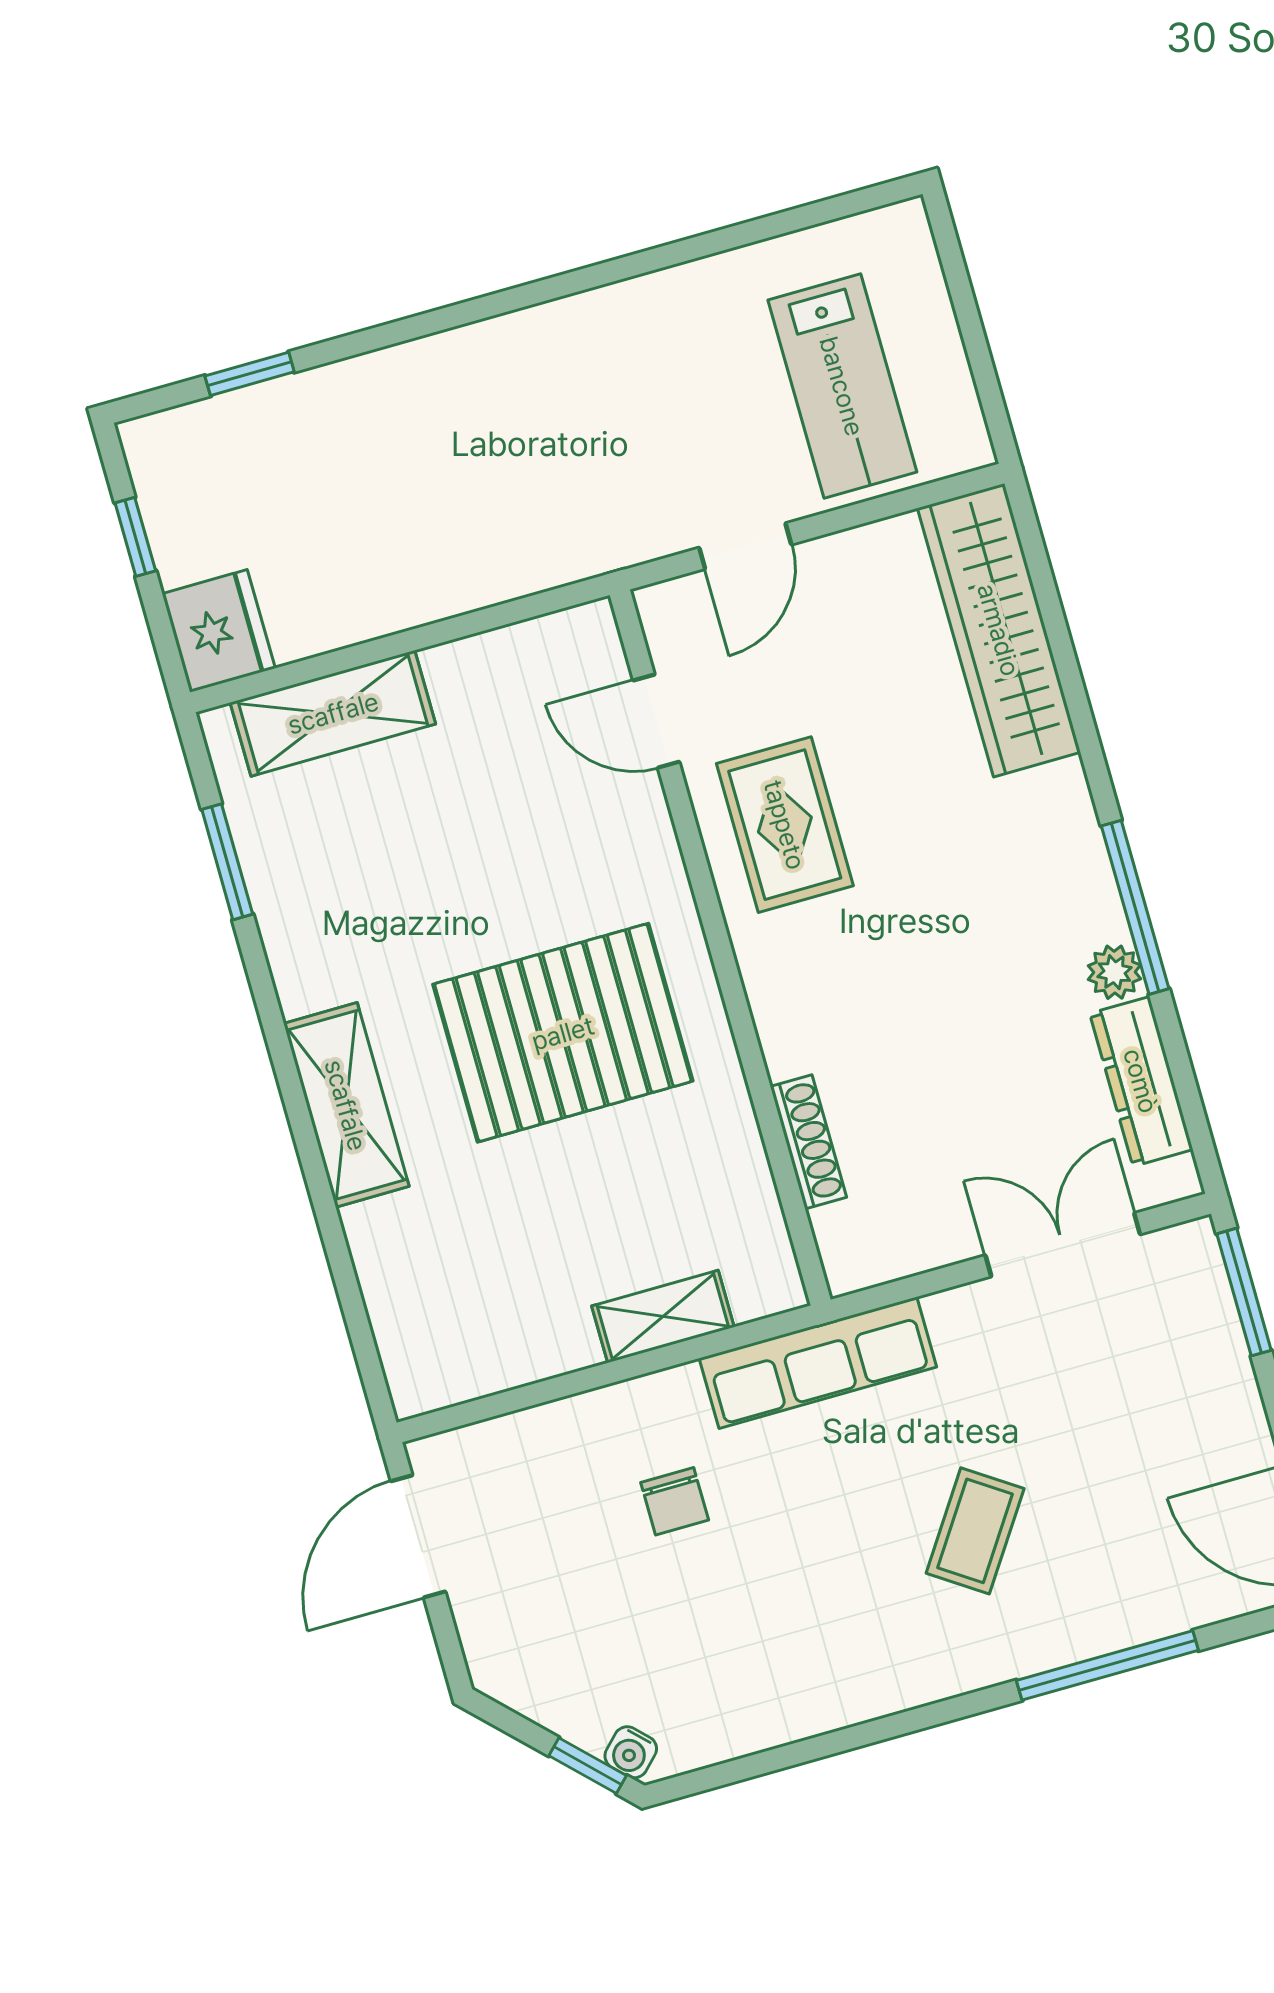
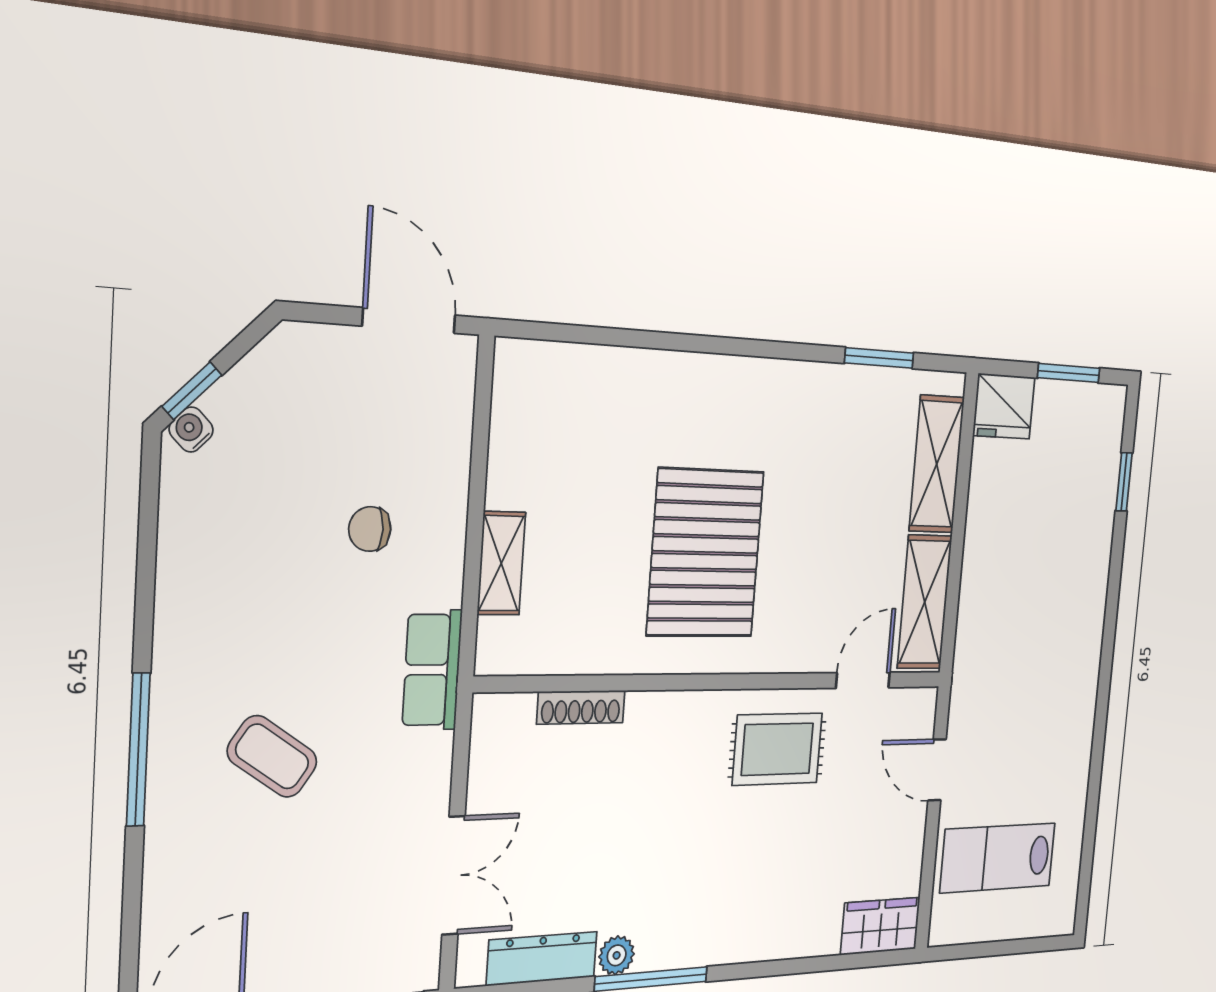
window: (135, 537) -> (1069, 373), width x1.50
wardrobe: (999, 630) -> (880, 926), width x0.48, depth x0.85
shelving: (346, 1105) -> (925, 602), moved, turned 90
row of seats: (818, 1363) -> (432, 670), width x0.68
window: (1107, 1665) -> (138, 750), moved

